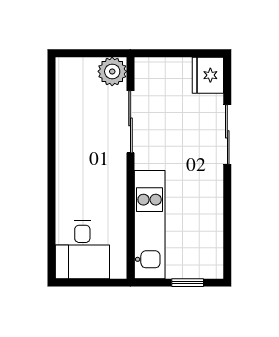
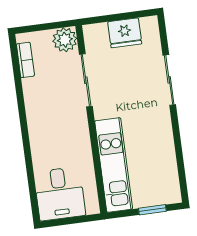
fridge: (208, 75) -> (125, 33), moved, turned -90
bookcase: (63, 89) -> (25, 60), added

